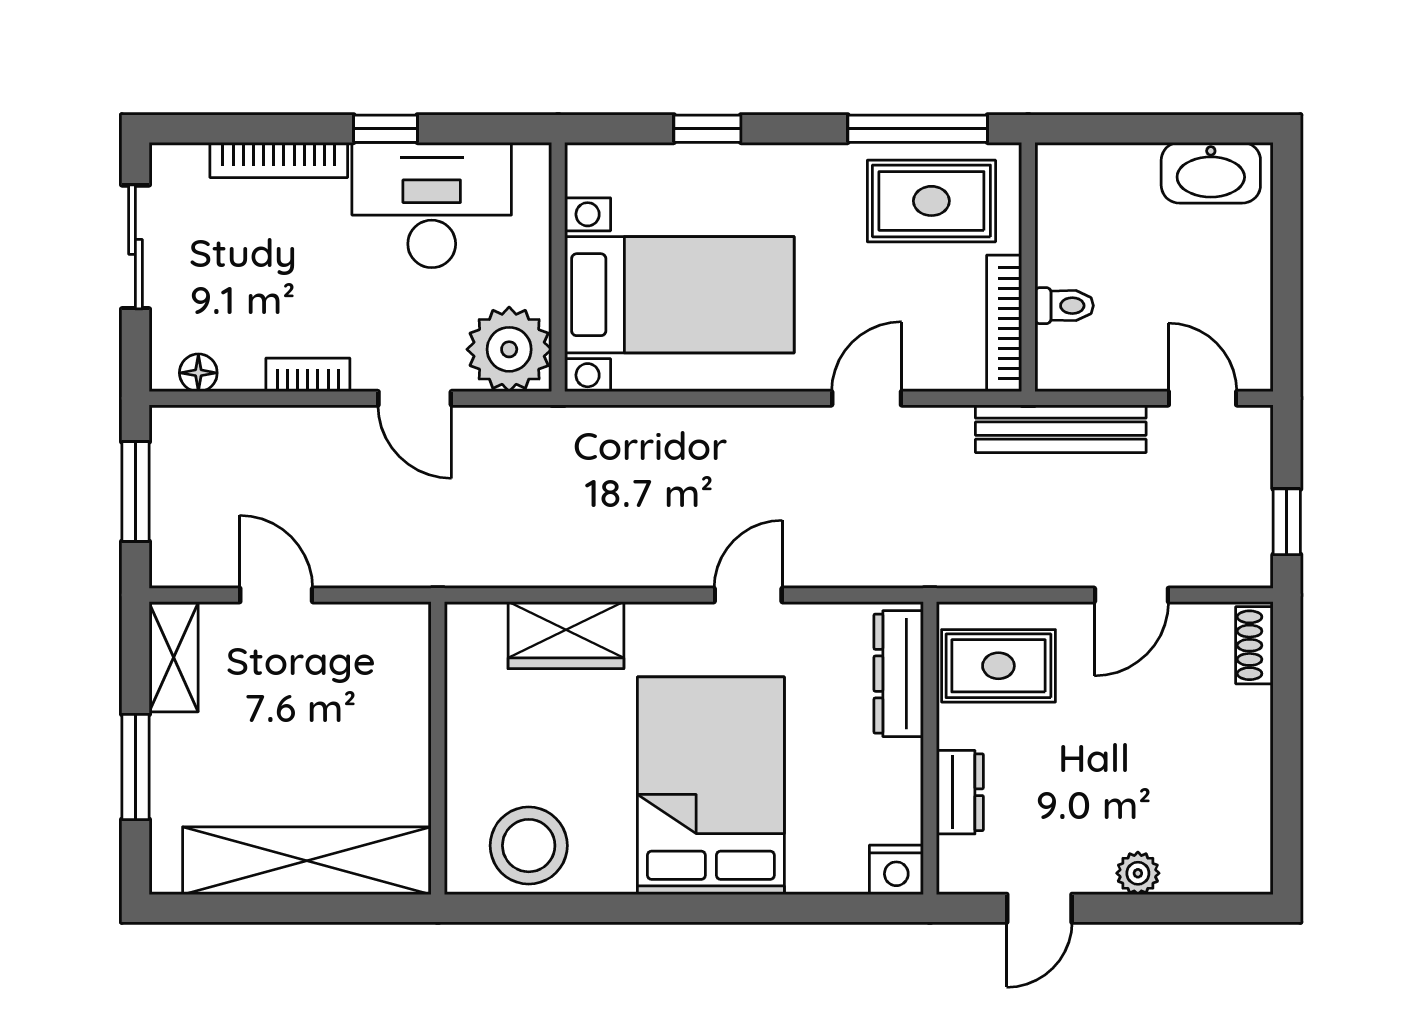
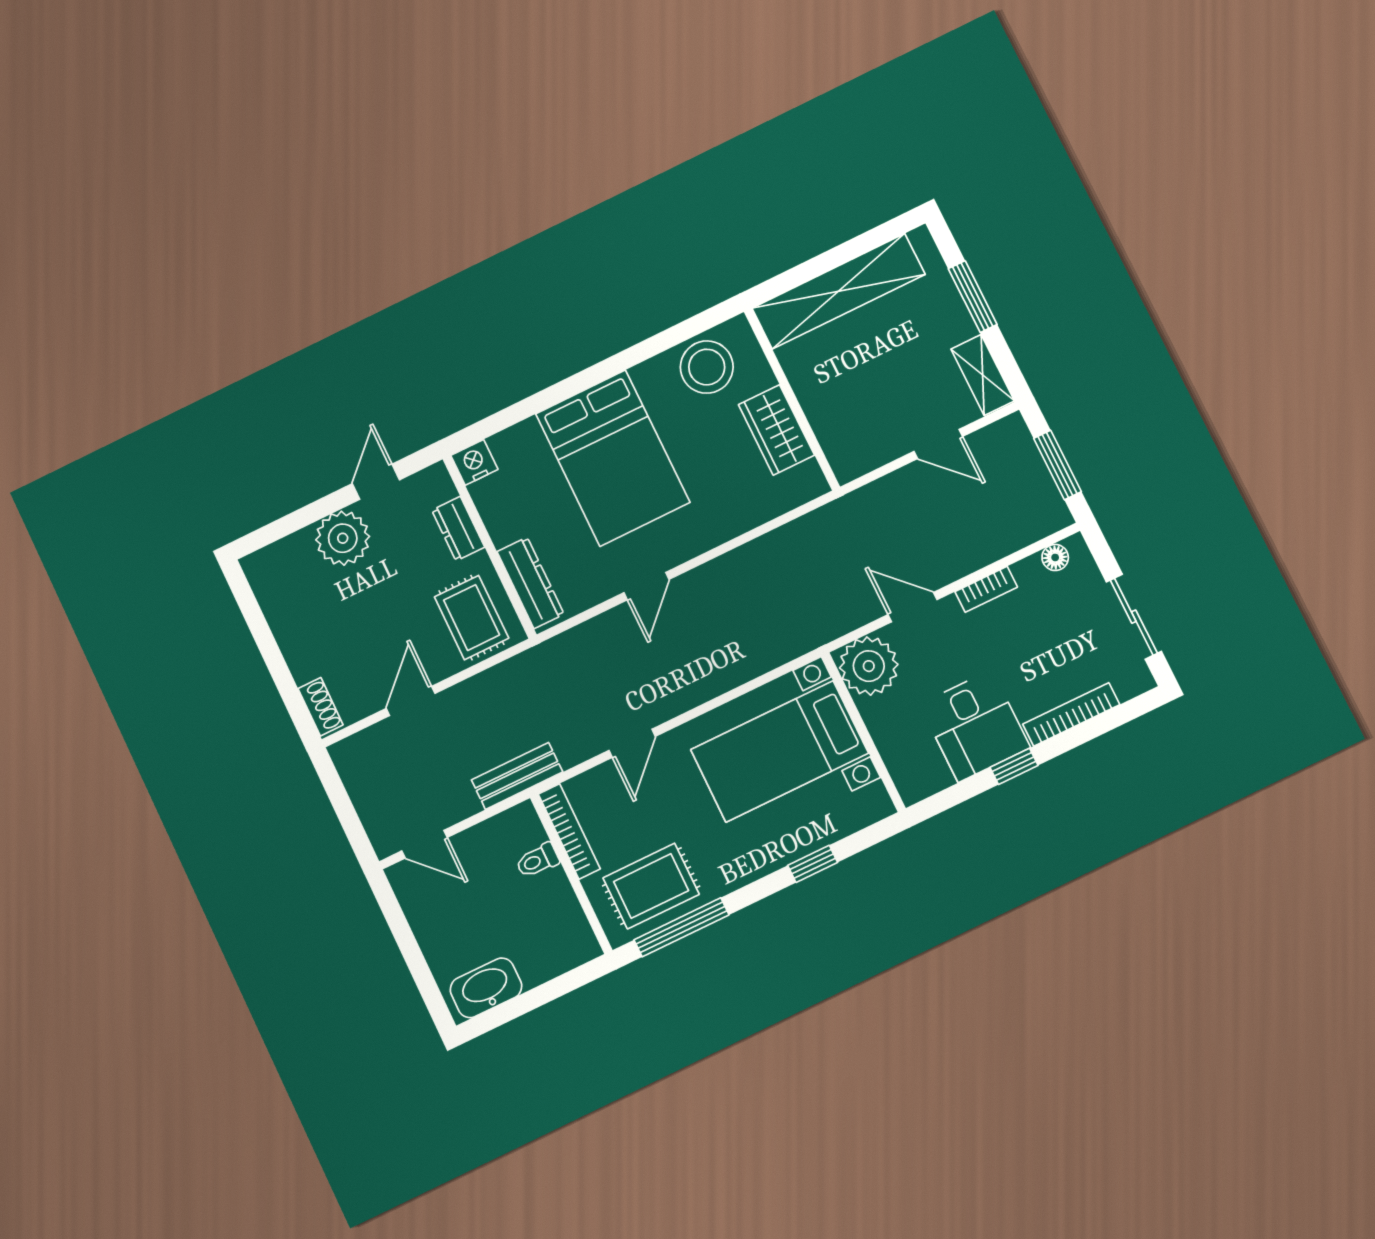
desk: (432, 205) -> (975, 726), width x0.73
bench: (1061, 429) -> (517, 776), width x0.73
window: (1287, 522) -> (337, 793), removed
wardrobe: (566, 635) -> (776, 430), moved, turned -90
rug: (998, 666) -> (472, 618), turned 90
plant: (1138, 873) -> (343, 538), width x1.87, depth x1.87

